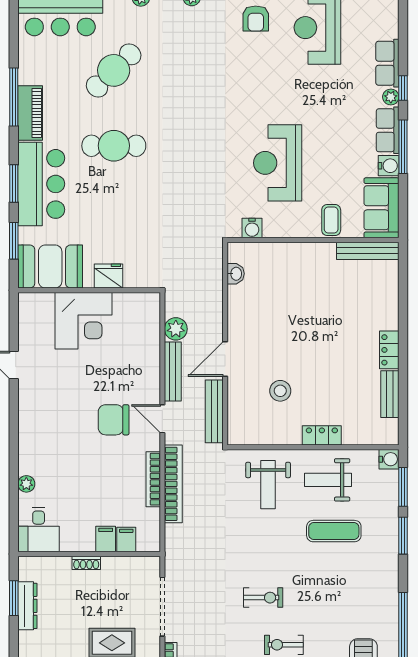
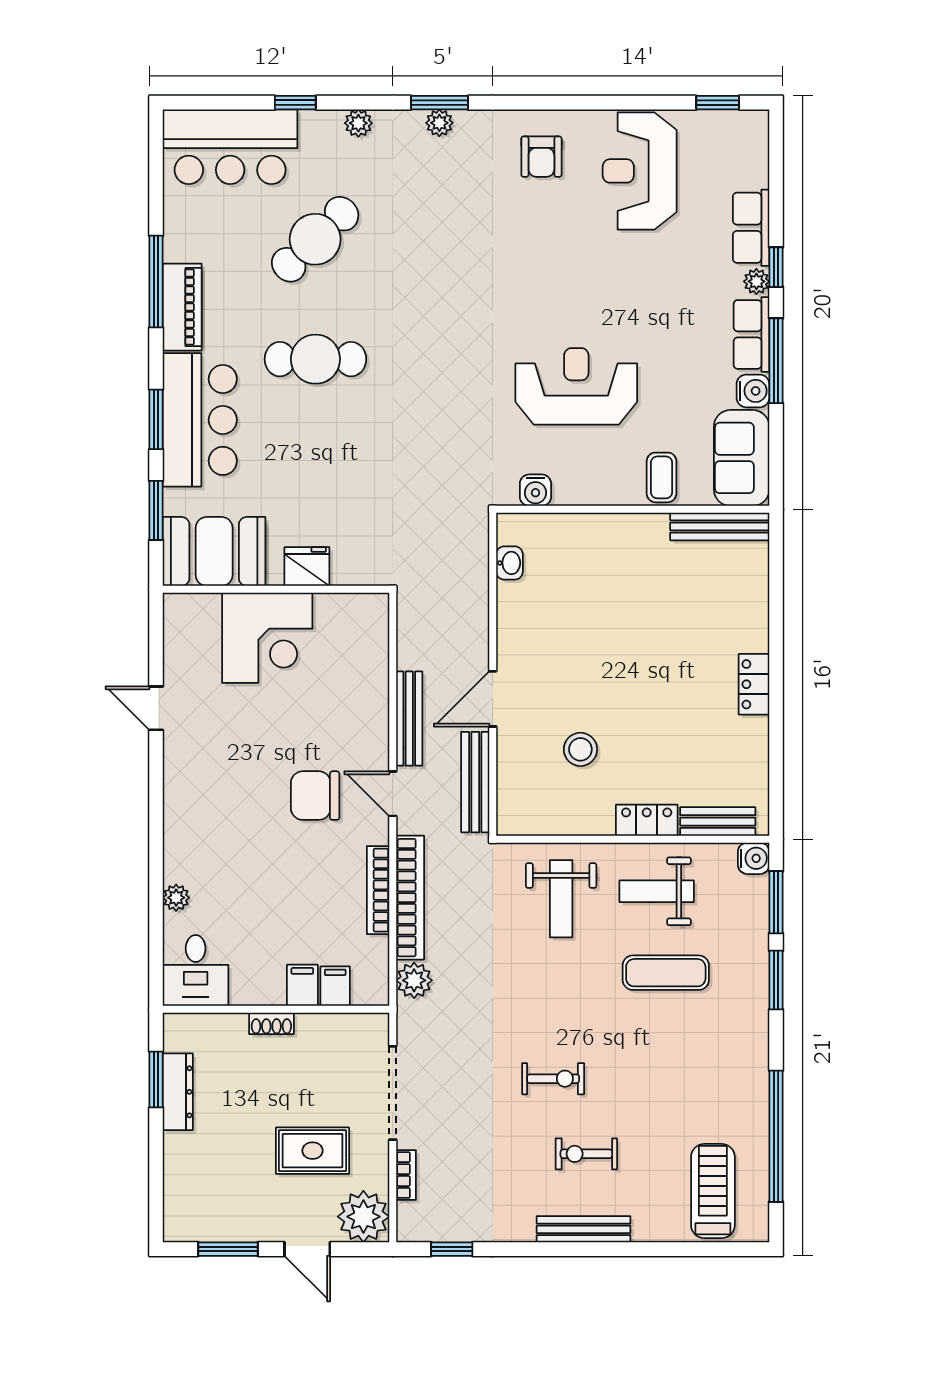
reception desk: (278, 163) -> (576, 386), turned 90
plant: (176, 329) -> (414, 980), moved
bench: (390, 394) -> (718, 822), moved, turned 90

